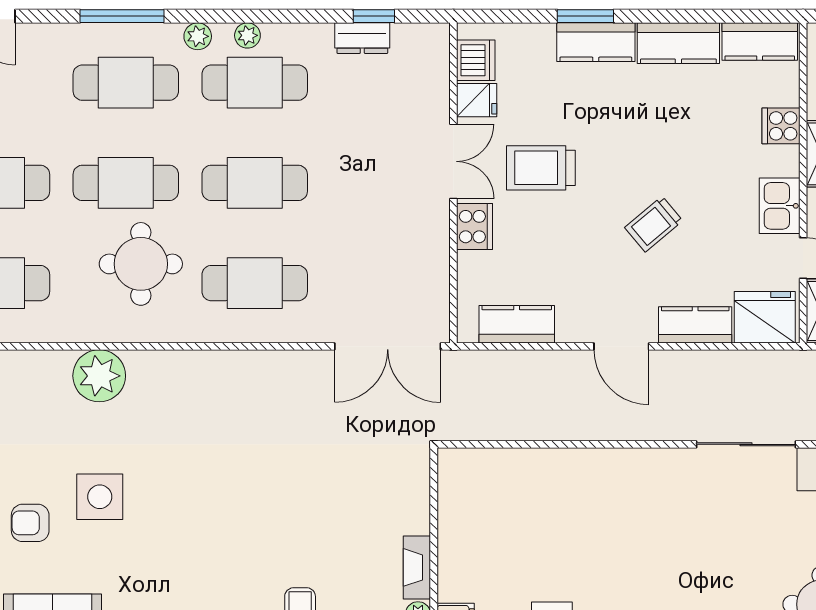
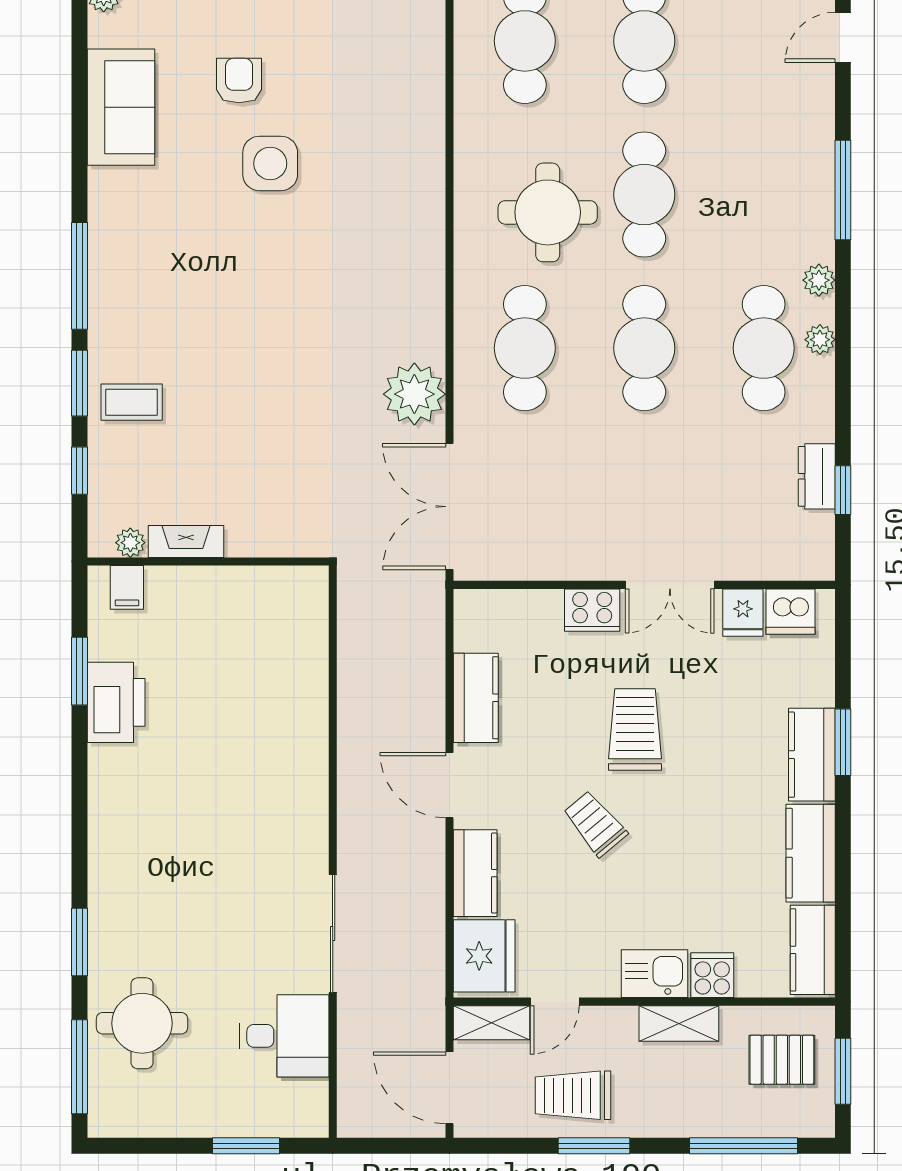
cafe table: (126, 83) -> (764, 195), removed
trolley: (541, 168) -> (635, 729), moved
kitchen sink: (780, 206) -> (655, 974), moved
kitchen counter: (517, 324) -> (476, 698), moved
door: (621, 346) -> (449, 785), hinge flipped
plant: (99, 376) -> (414, 394), moved

